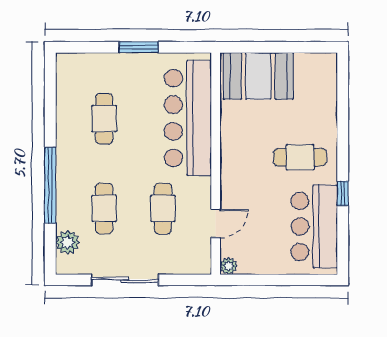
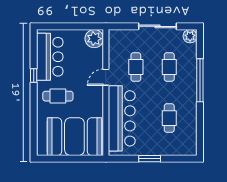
booth: (258, 76) -> (74, 137), width x1.36, depth x1.42
door: (216, 223) -> (106, 77), moved
plant: (68, 242) -> (190, 36), moved
plant: (229, 266) -> (94, 39), width x1.87, depth x1.87

